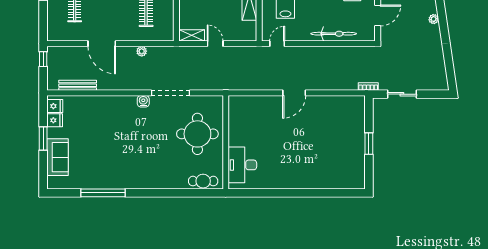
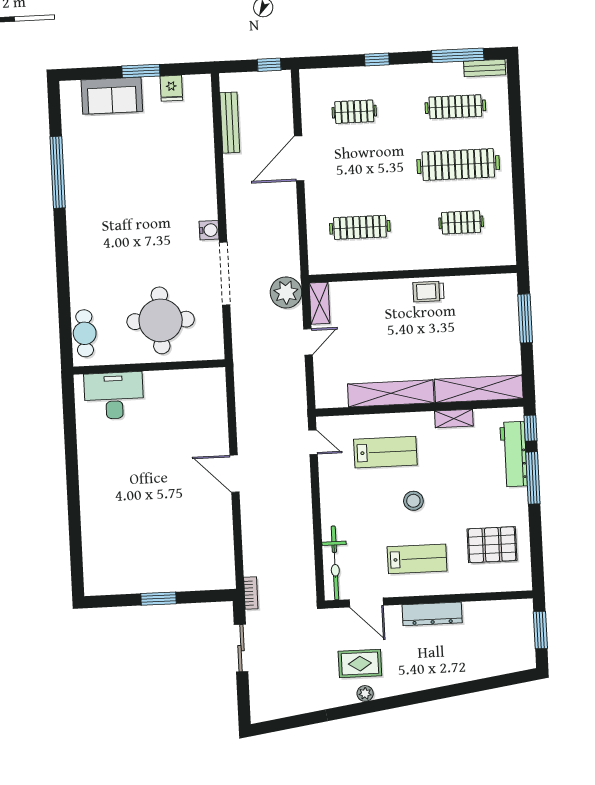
rug: (415, 21) -> (360, 664), added
bicycle: (334, 34) -> (335, 563), moved
plant: (142, 51) -> (286, 292), moved, width x1.88, depth x1.88
fridge: (55, 106) -> (194, 87), removed

